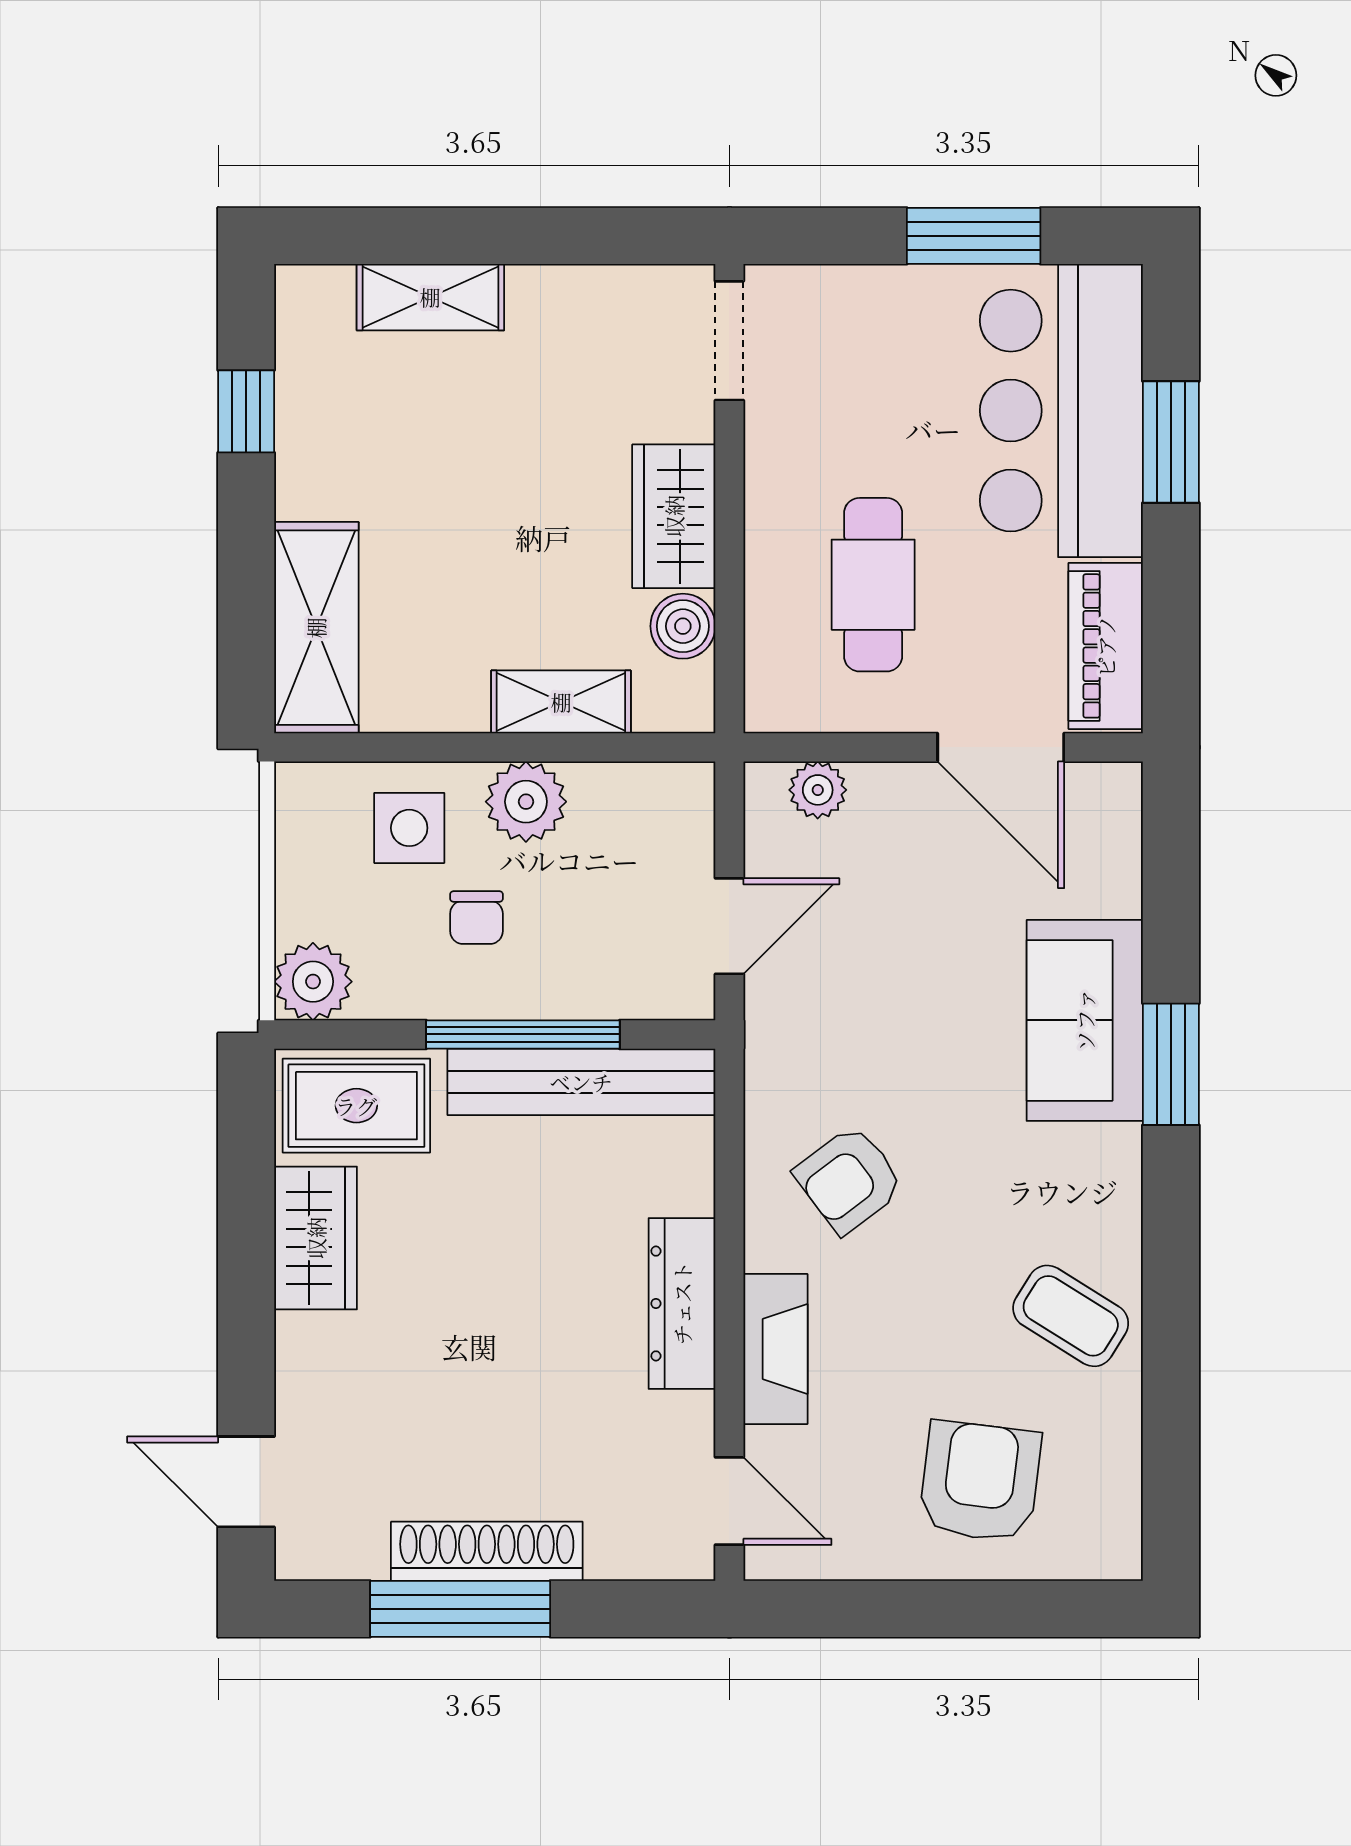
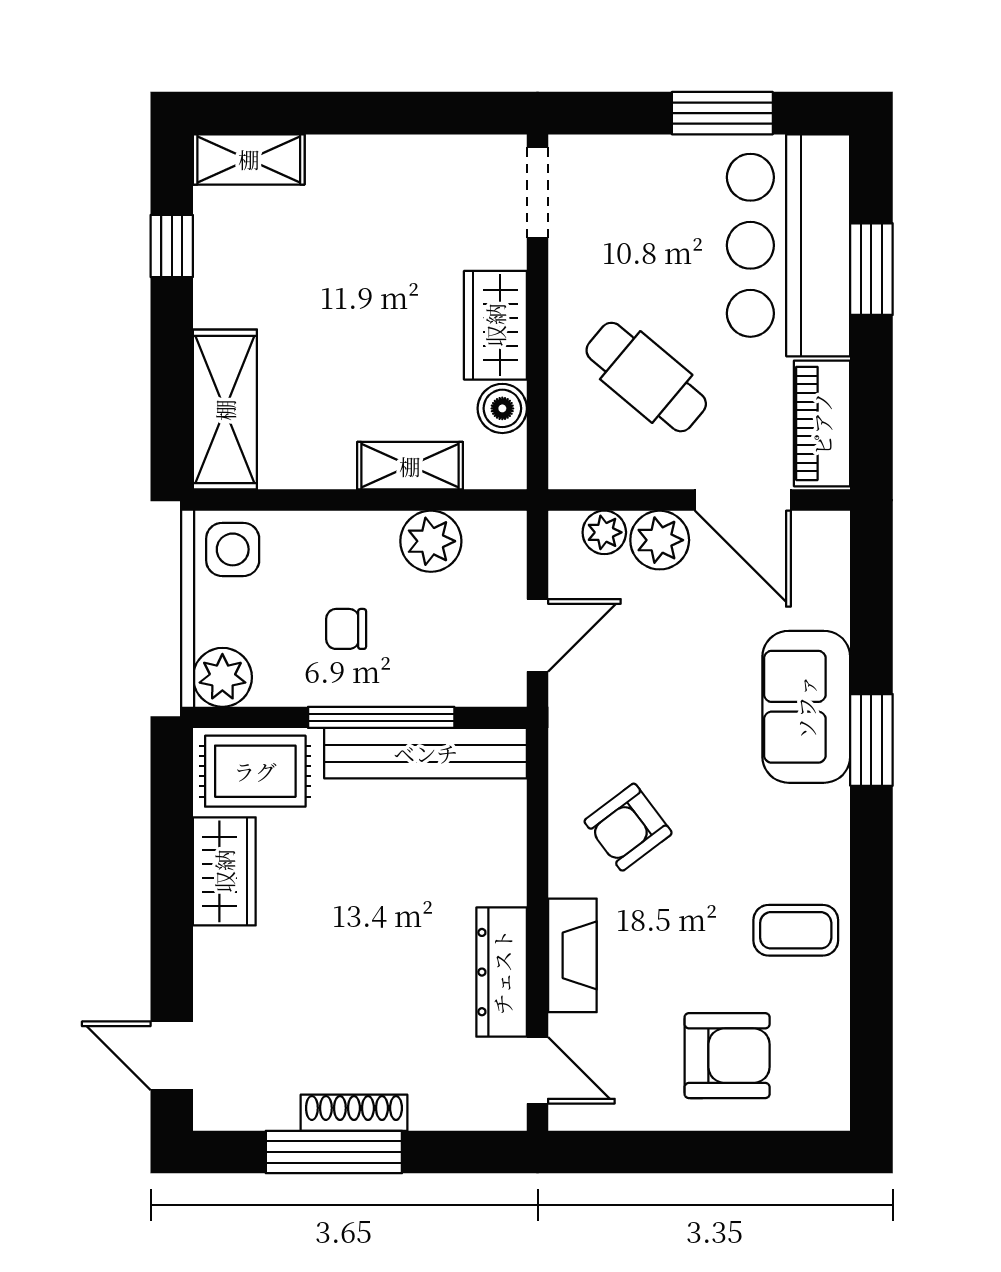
shelving: (430, 297) -> (249, 159), moved
cafe table: (873, 585) -> (646, 377), turned -50
plant: (891, 800) -> (660, 540), added
plant: (526, 802) -> (431, 541), moved
side table: (409, 828) -> (233, 549), moved
chair: (476, 918) -> (346, 629), turned 90
dresser: (682, 1303) -> (502, 972), moved
coffee table: (1071, 1316) -> (796, 930), turned -32
armchair: (980, 1482) -> (727, 1056), turned 83
shoe rack: (487, 1551) -> (354, 1113), width x0.74, depth x0.81

